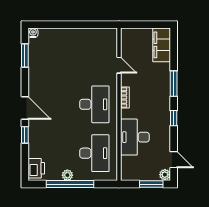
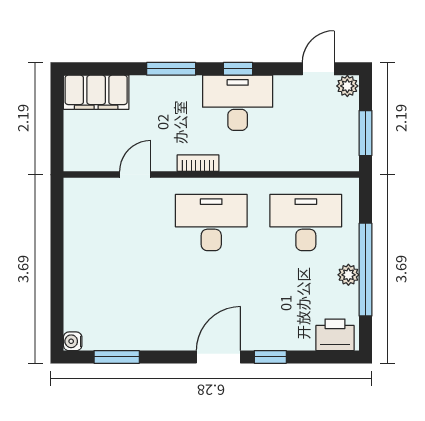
desk: (135, 137) -> (238, 103), moved, turned 180
window: (151, 184) -> (366, 133), moved

